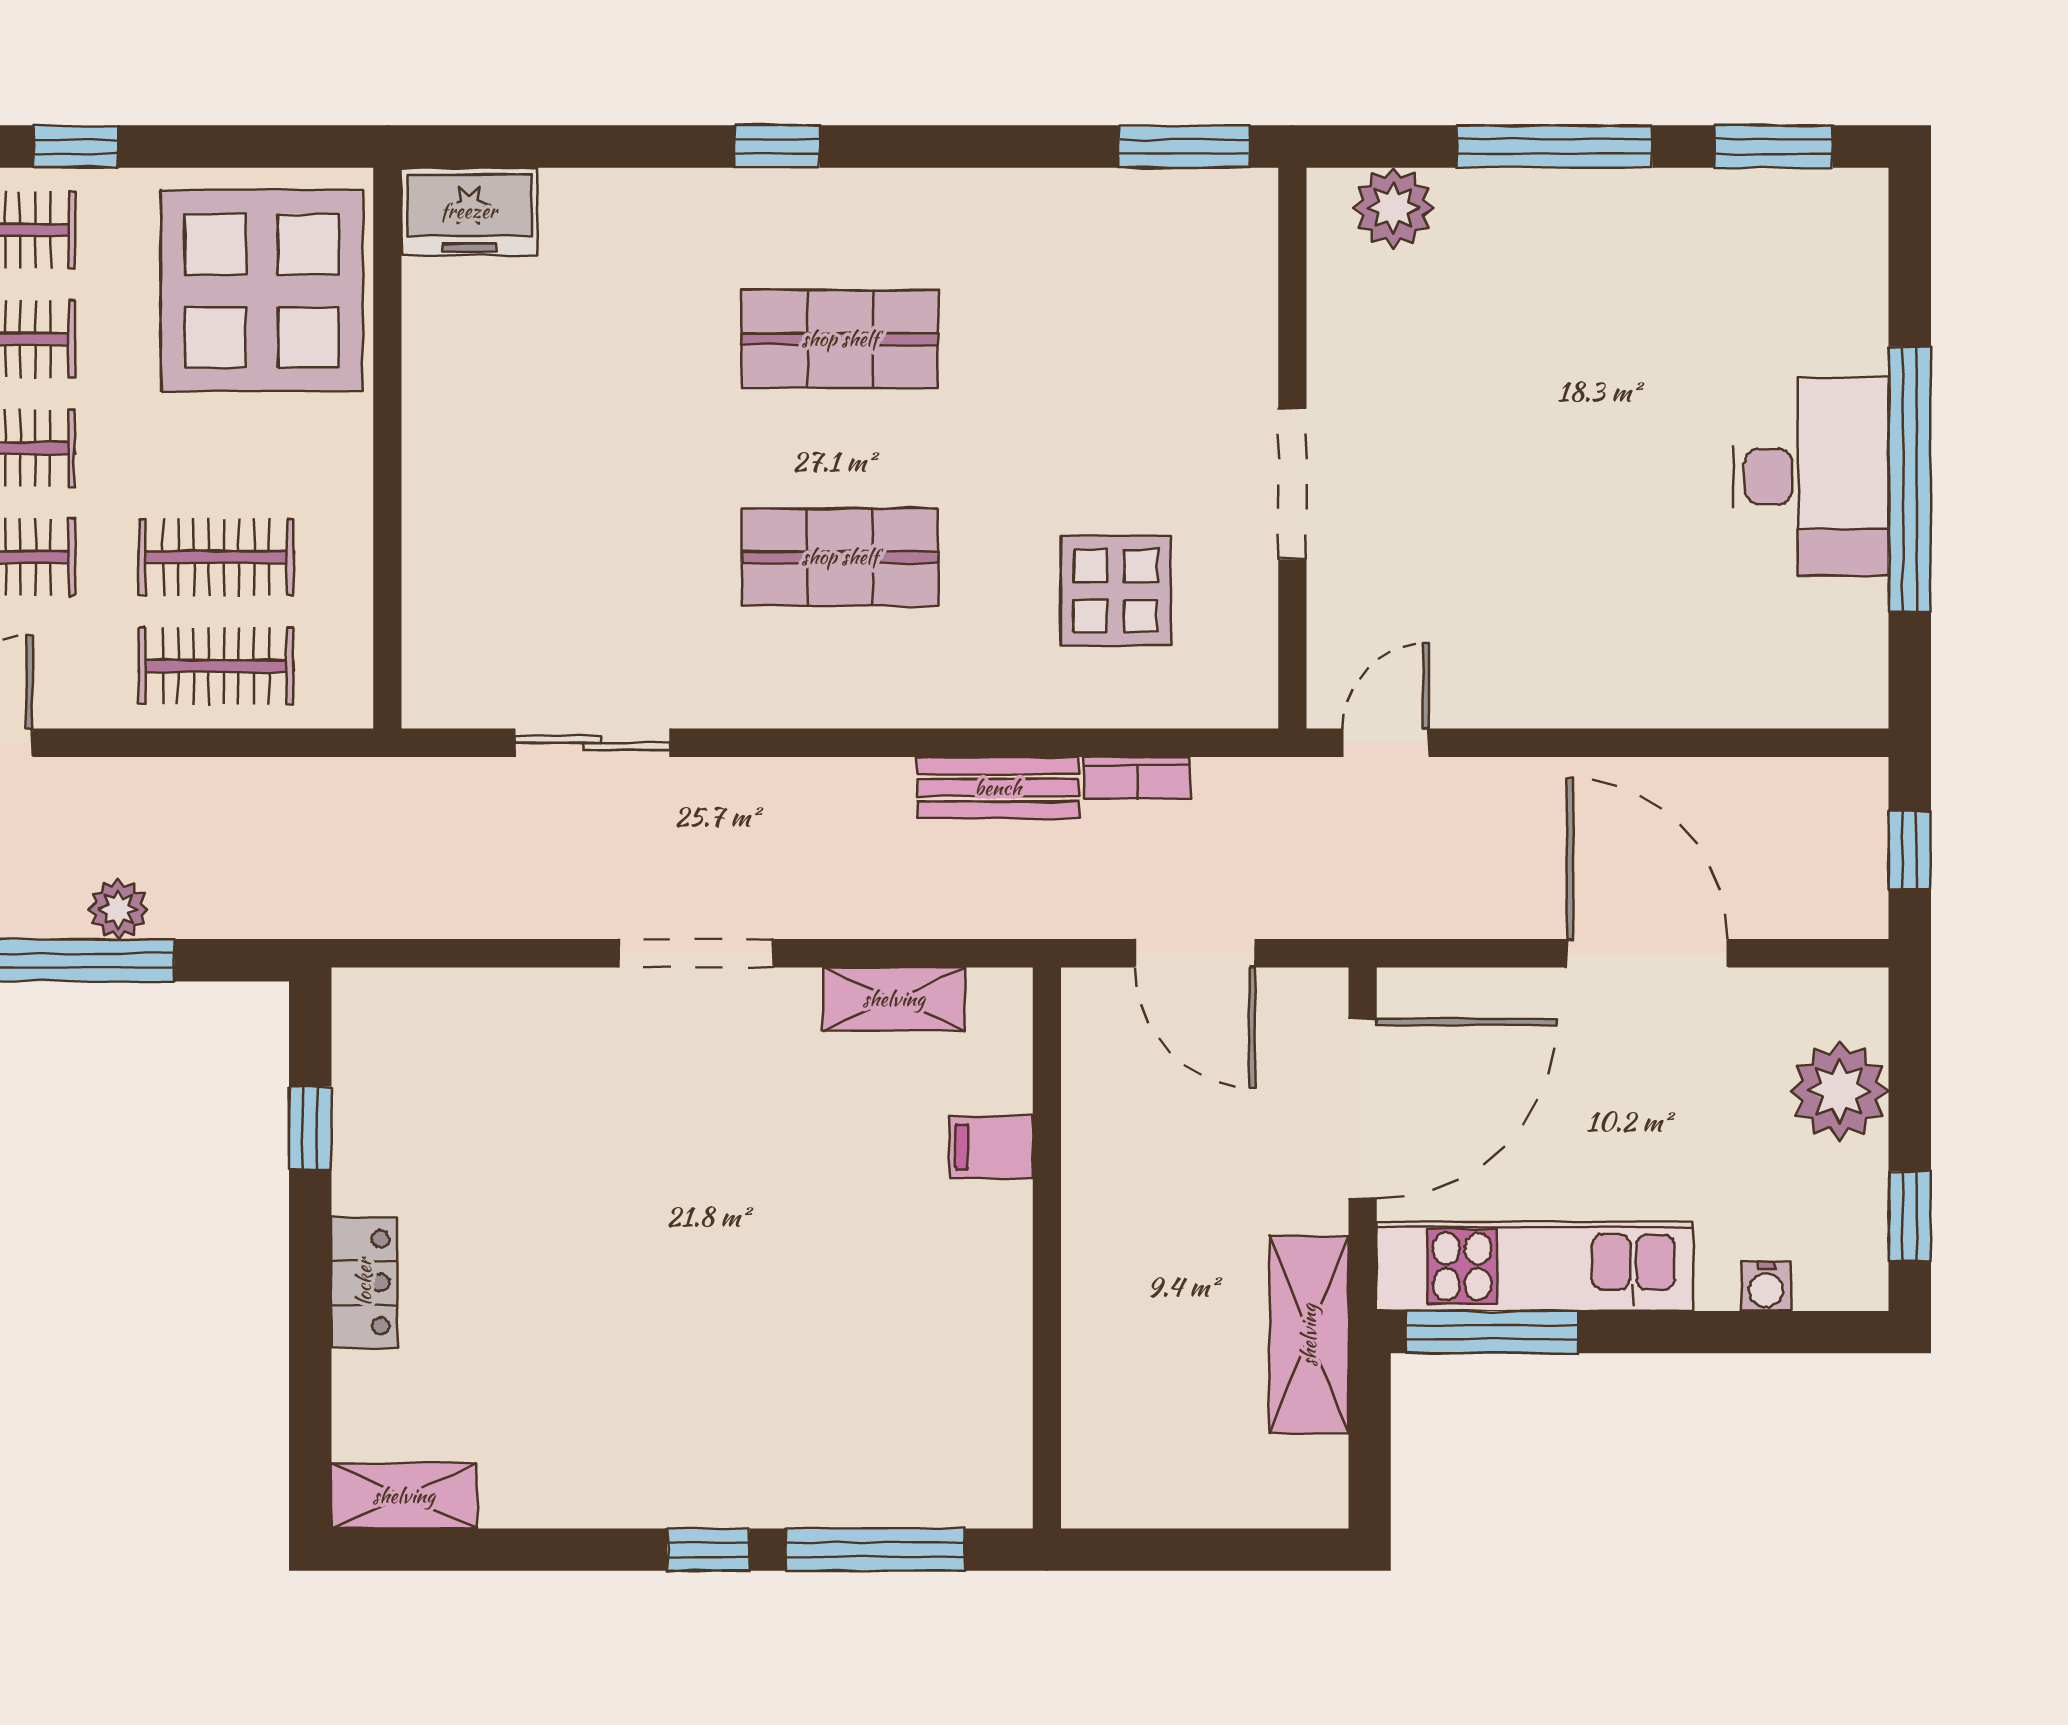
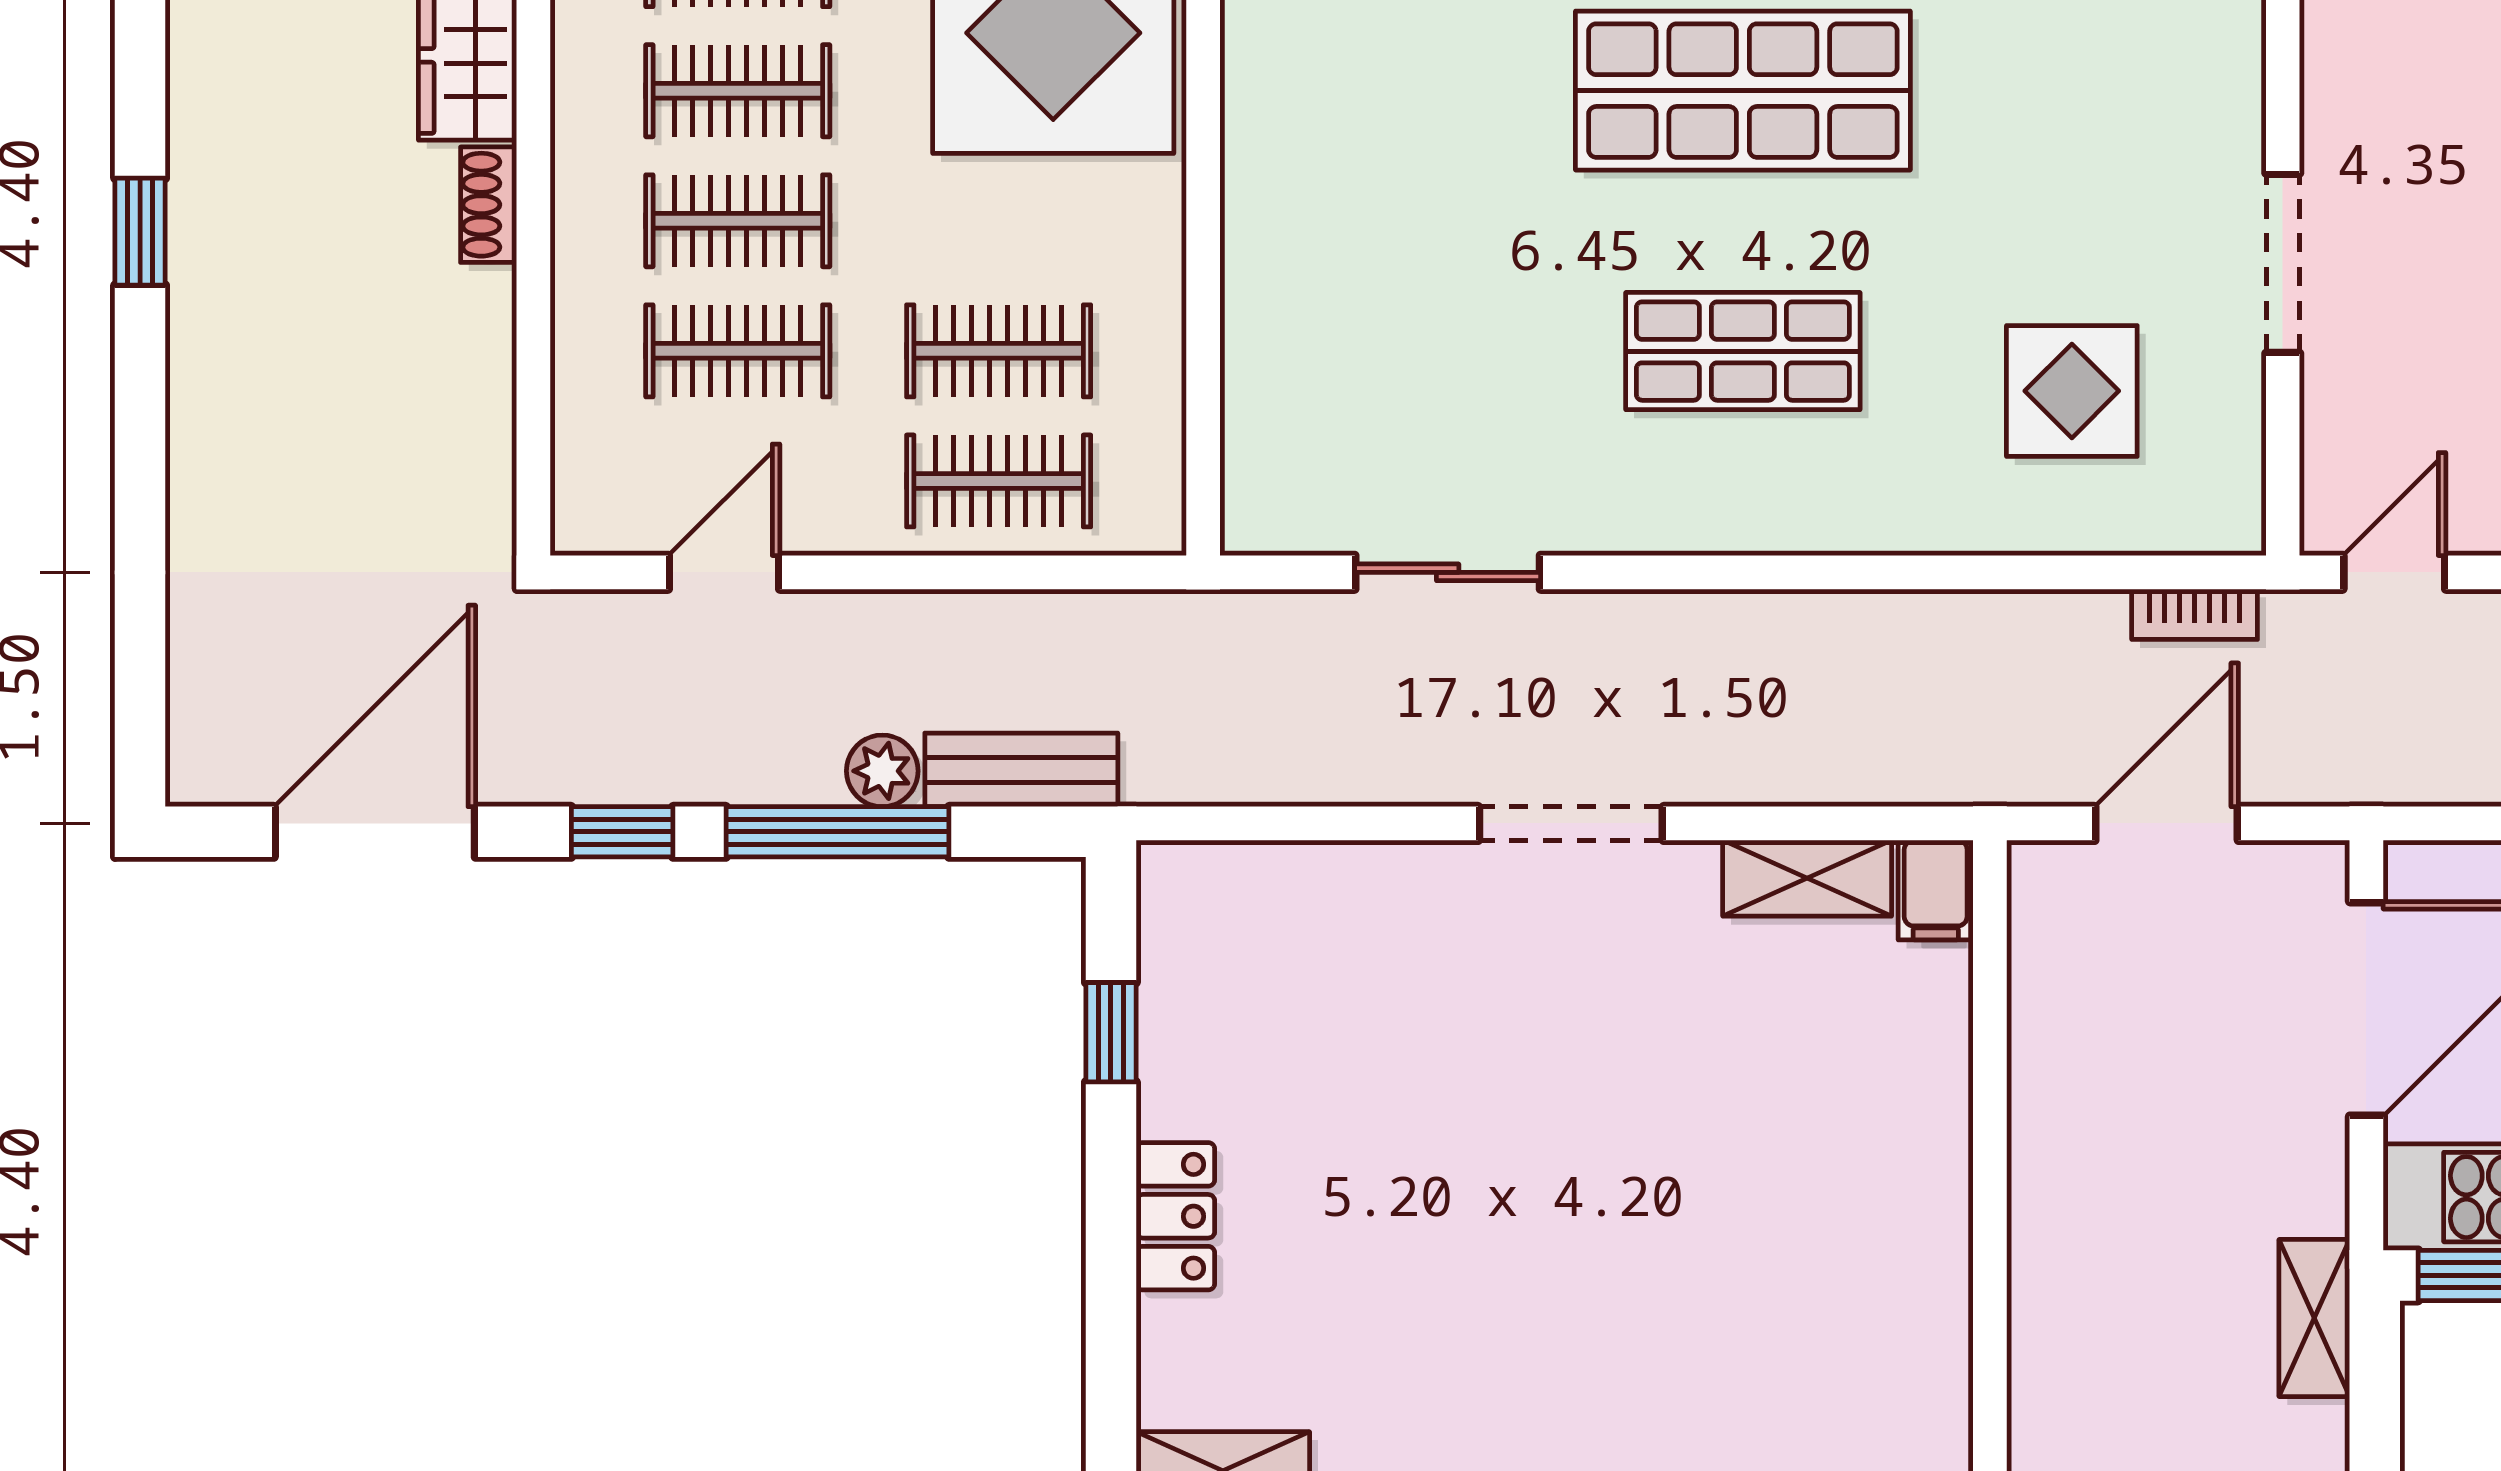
shop shelf: (840, 339) -> (1743, 91), width x1.43, depth x1.36
bookcase: (1137, 778) -> (2195, 614), moved
bench: (998, 788) -> (1021, 770), moved
door: (1195, 953) -> (2167, 823), swing flipped
filing cabinet: (991, 1147) -> (1936, 890), moved, turned -90
shelving: (1309, 1335) -> (2314, 1318), width x0.67, depth x0.75

